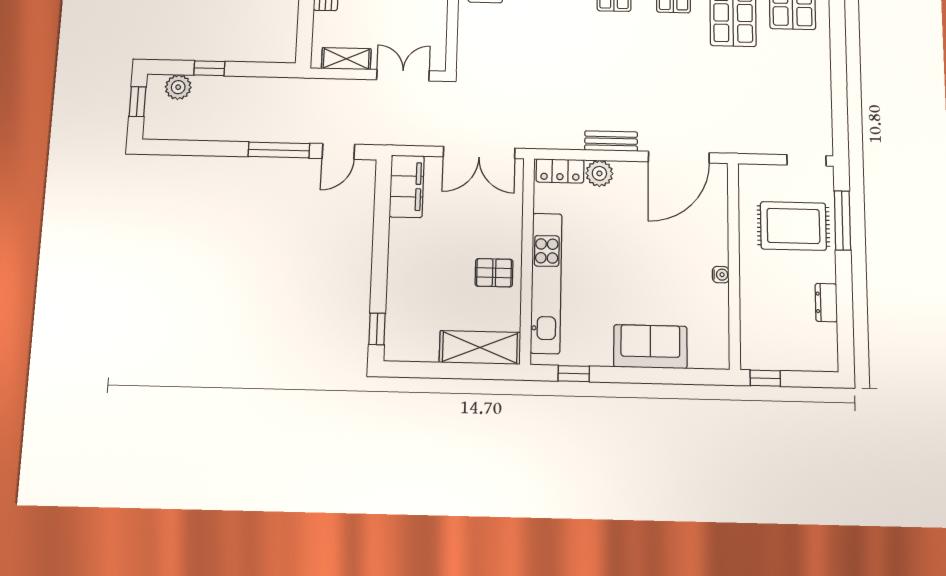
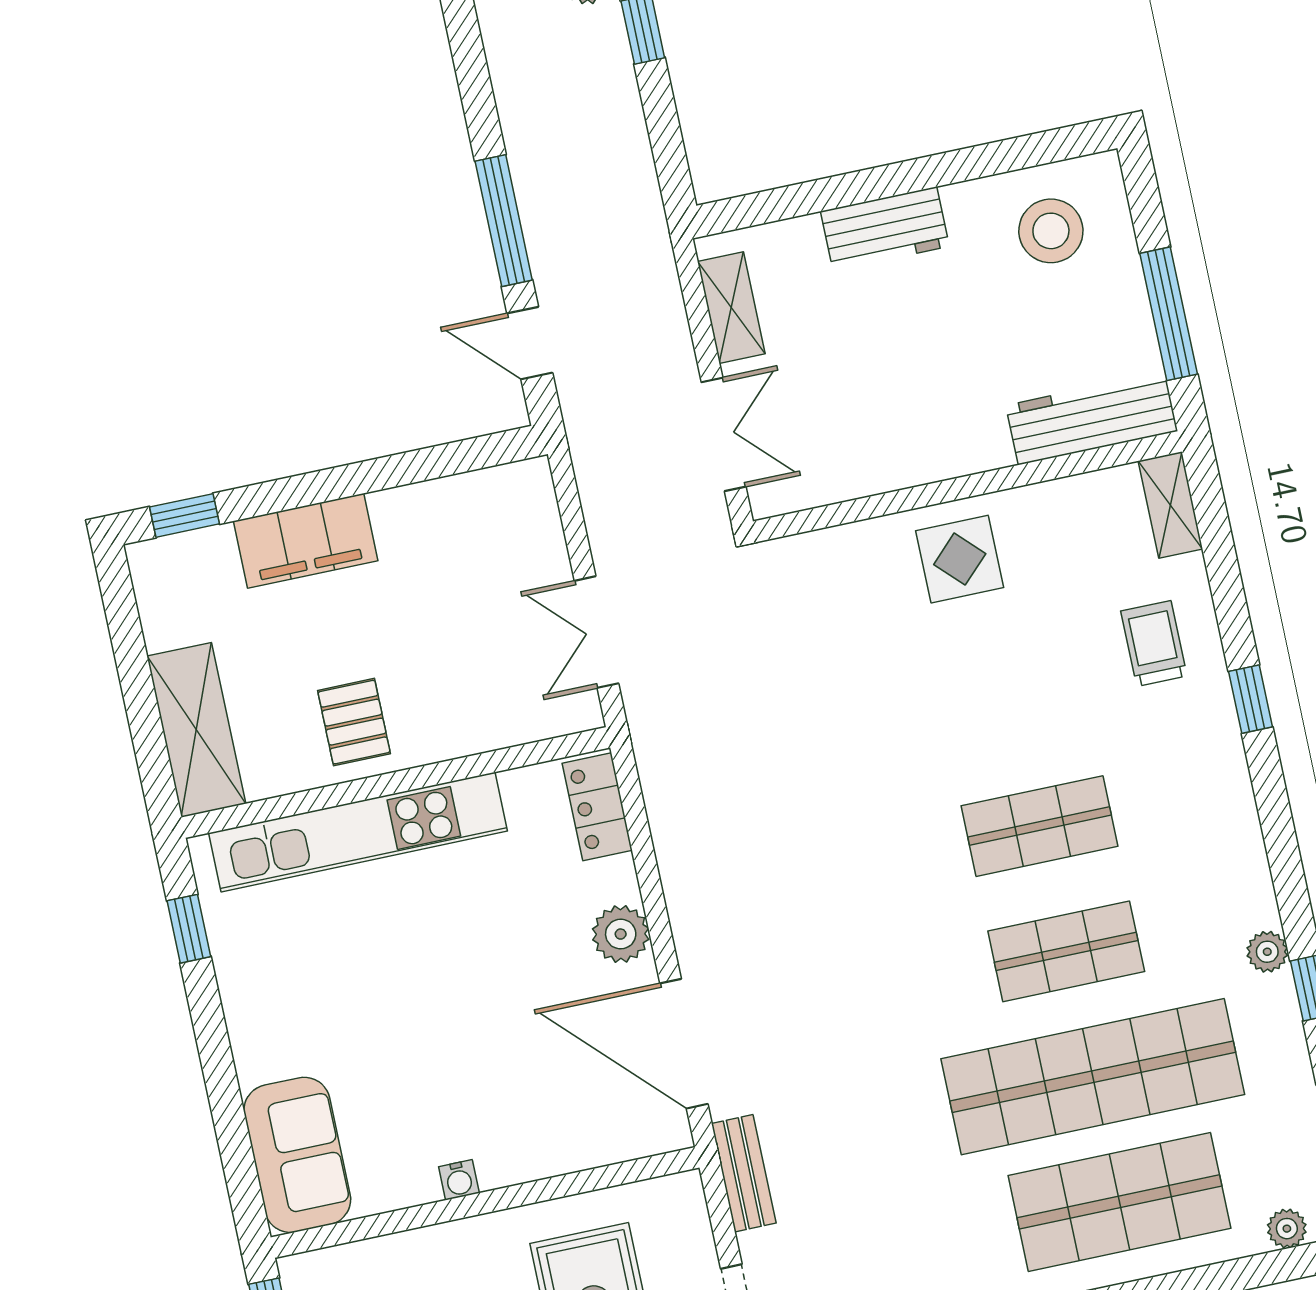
bench: (611, 141) -> (744, 1173), moved
double door: (479, 152) -> (596, 632), width x0.73
plant: (599, 173) -> (621, 934), moved
filing cabinet: (407, 186) -> (306, 541), moved
sofa: (650, 347) -> (297, 1155), moved

